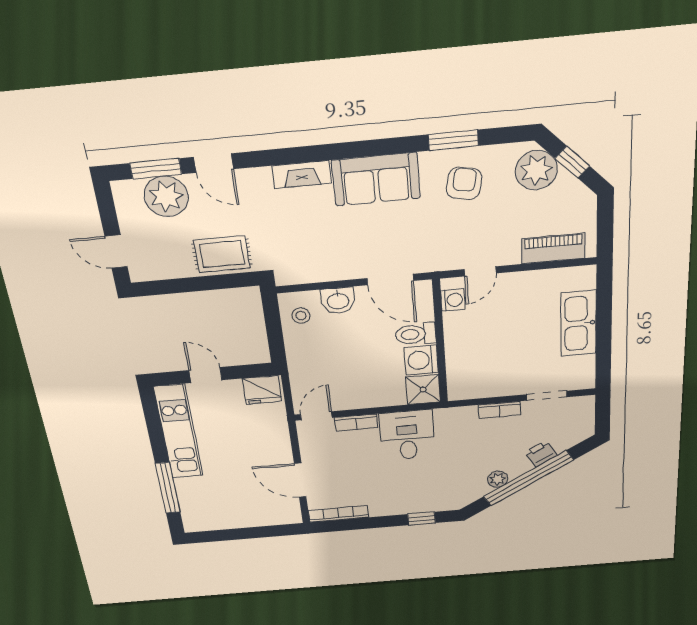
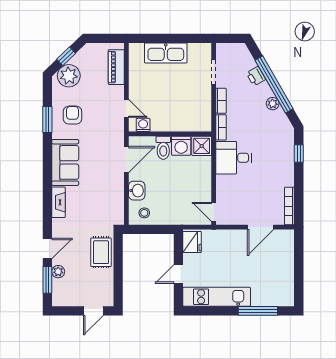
armchair: (464, 184) -> (72, 115), turned 79
plant: (166, 196) -> (58, 272), width x0.53, depth x0.53
bookcase: (356, 423) -> (221, 127), moved

